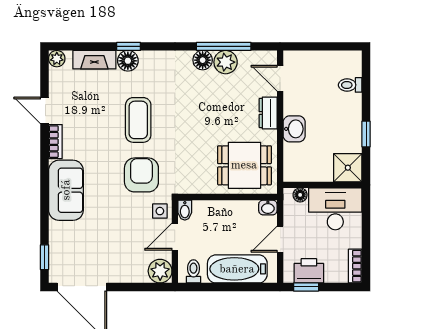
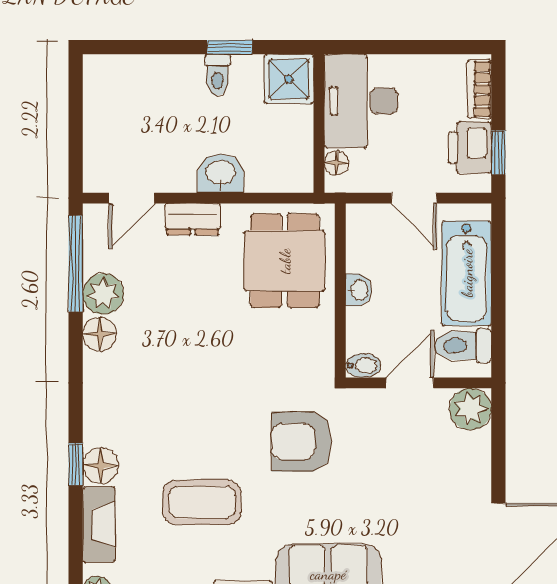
window: (224, 46) -> (76, 264), moved
toilet: (350, 85) -> (217, 75), moved
coffee table: (138, 120) -> (202, 502), moved
washbasin: (268, 207) -> (359, 290), moved
side table: (160, 211) -> (365, 409), removed
door: (175, 237) -> (410, 383), swing flipped
bookcase: (355, 266) -> (479, 89), moved, turned 90
toilet: (193, 271) -> (463, 346), width x1.37, depth x1.39

